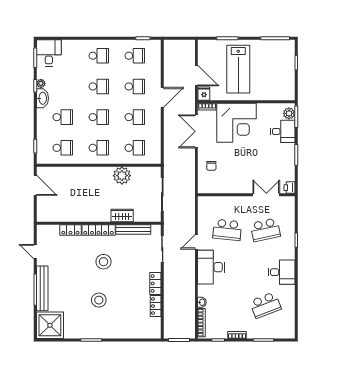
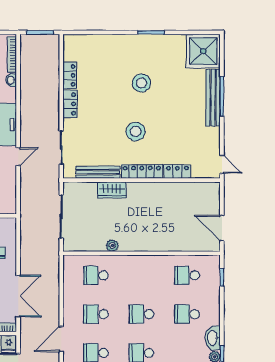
school desk: (99, 148) -> (142, 275), removed
plant: (122, 176) -> (112, 246), width x0.53, depth x0.53
door: (35, 252) -> (222, 164), moved

